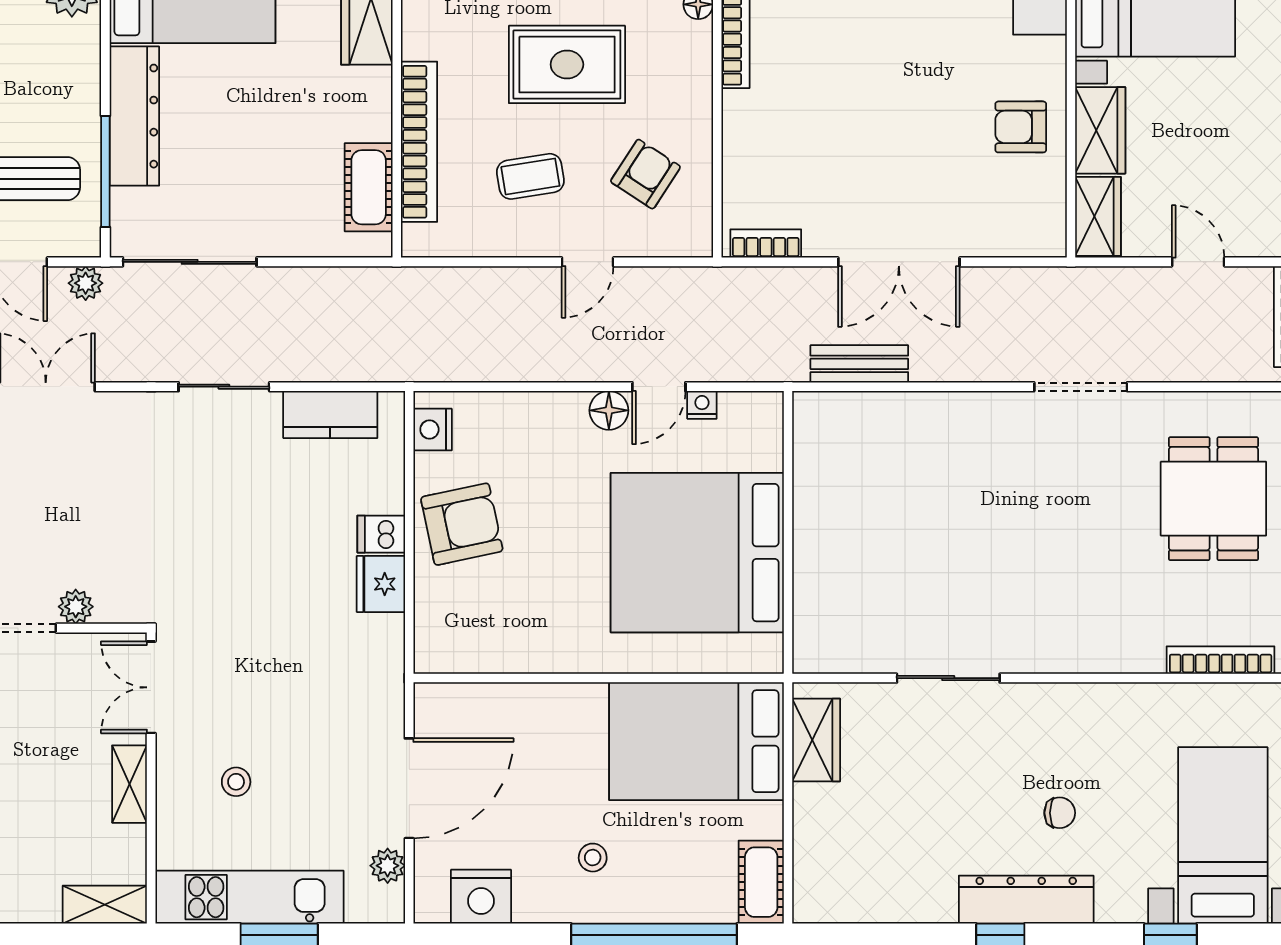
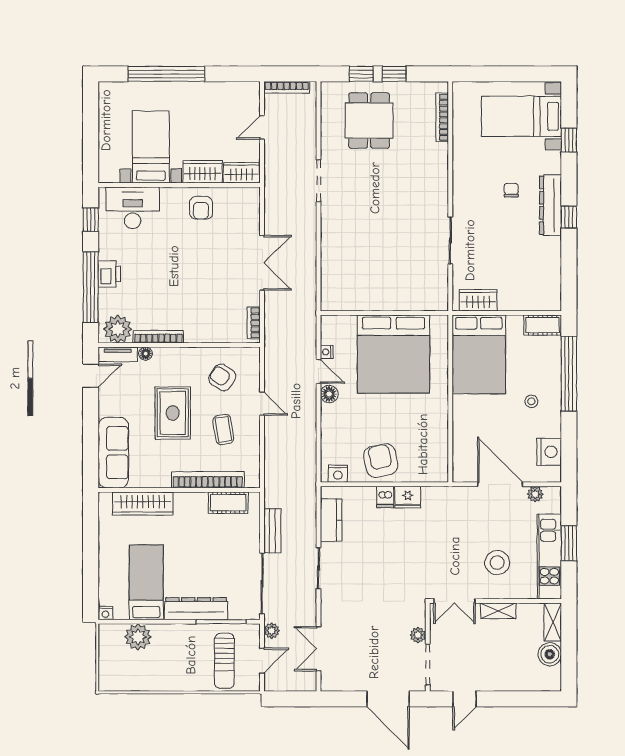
bench: (859, 364) -> (272, 531), moved
dining table: (1213, 499) -> (369, 121), turned 90
stool: (236, 782) -> (497, 563), width x1.89, depth x1.89
boiler: (33, 898) -> (550, 654), added

